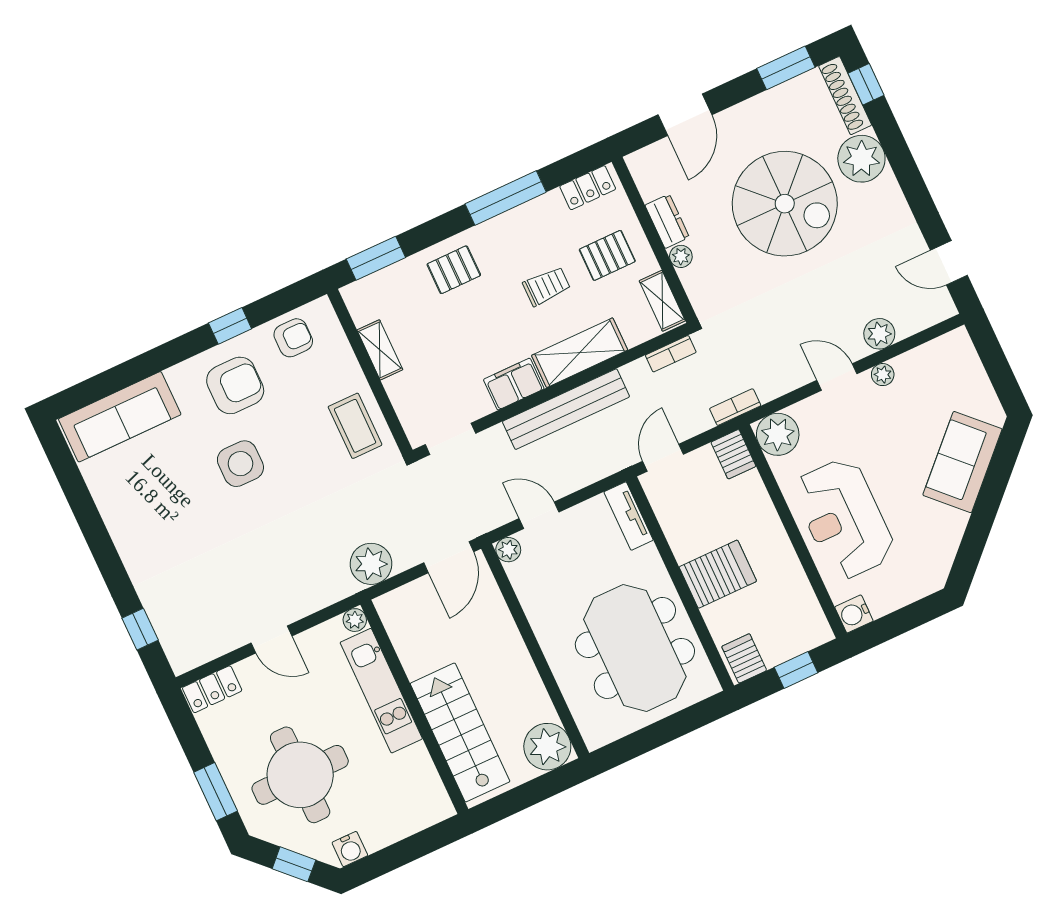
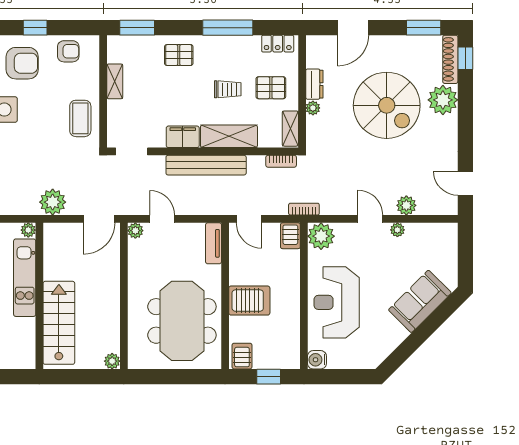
door: (663, 458) -> (249, 219), swing flipped
plant: (547, 747) -> (112, 361), width x0.53, depth x0.53

